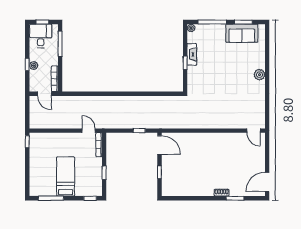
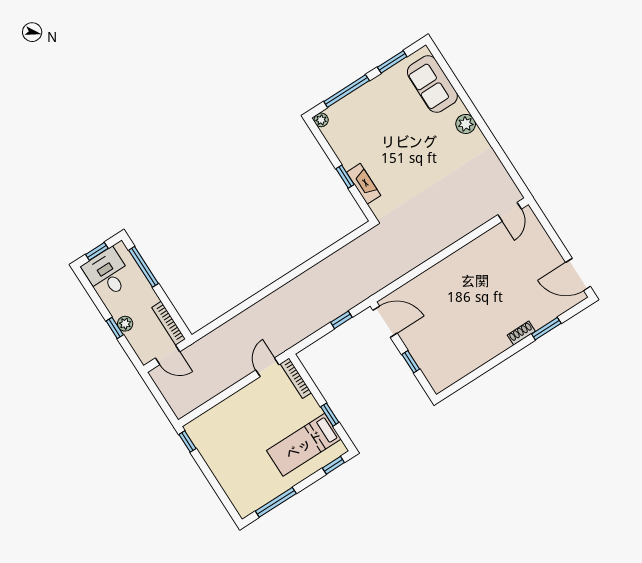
sofa: (242, 33) -> (432, 84), moved, turned 90
fireplace: (192, 54) -> (364, 184), moved
door: (89, 131) -> (267, 367), hinge flipped
door: (253, 131) -> (510, 212), hinge flipped
bed: (66, 176) -> (304, 445), moved, turned -90
door: (267, 182) -> (578, 274), hinge flipped

